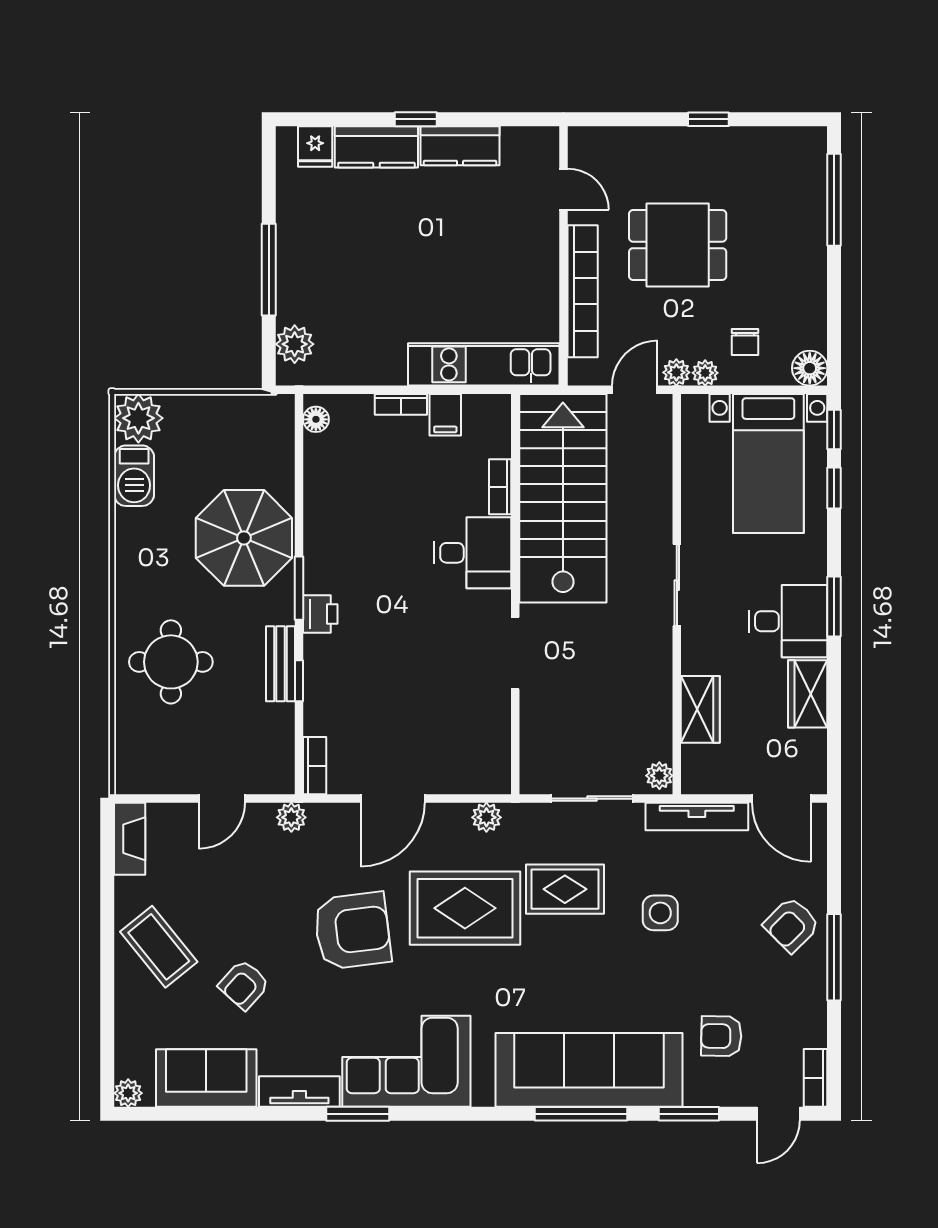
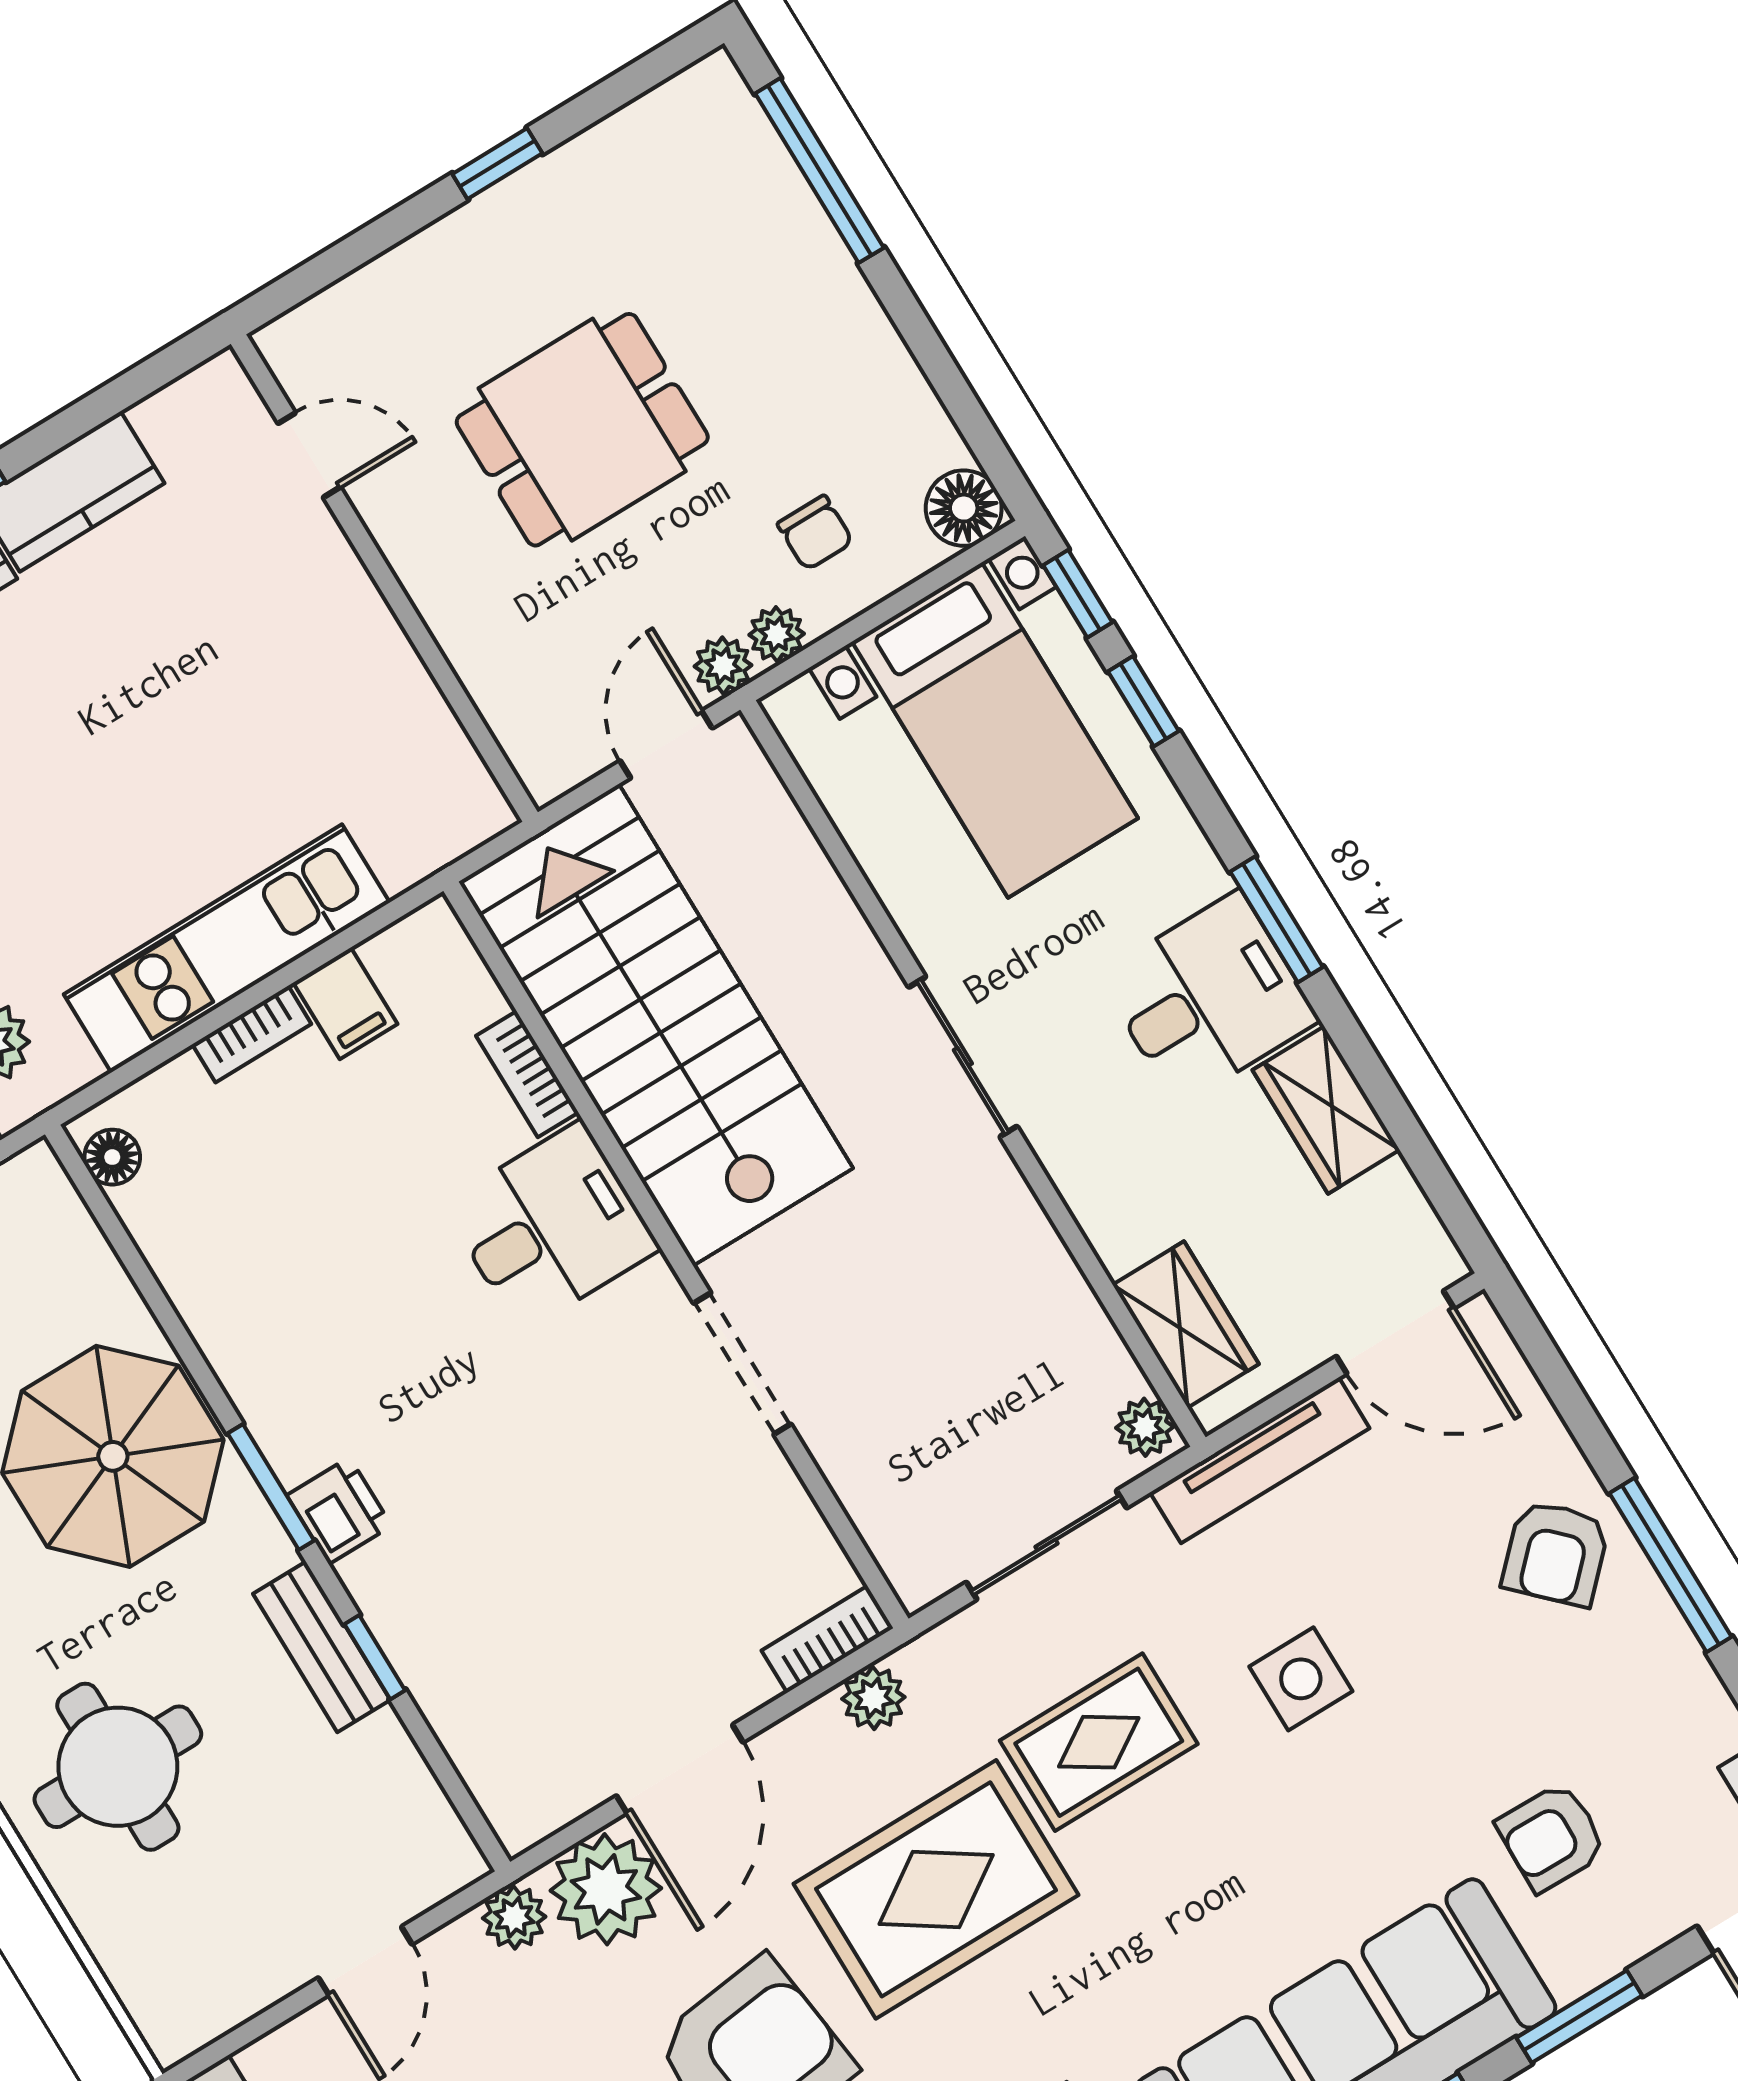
bookcase: (583, 291) -> (459, 622), removed
kitchen unit: (484, 364) -> (227, 948), moved
wardrobe: (700, 709) -> (1186, 1324), moved
bookcase: (315, 766) -> (827, 1639), moved, turned -90
plant: (334, 828) -> (606, 1889), added

